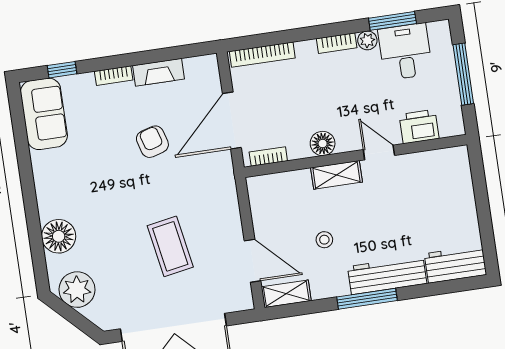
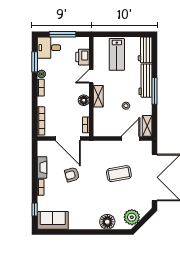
desk: (405, 52) -> (49, 48), moved
lab bench: (436, 202) -> (117, 54), added

